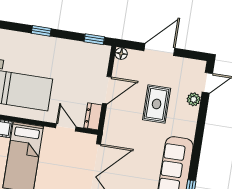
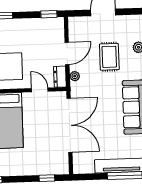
floor lamp: (121, 54) -> (73, 22), removed
plant: (111, 119) -> (75, 76), added

